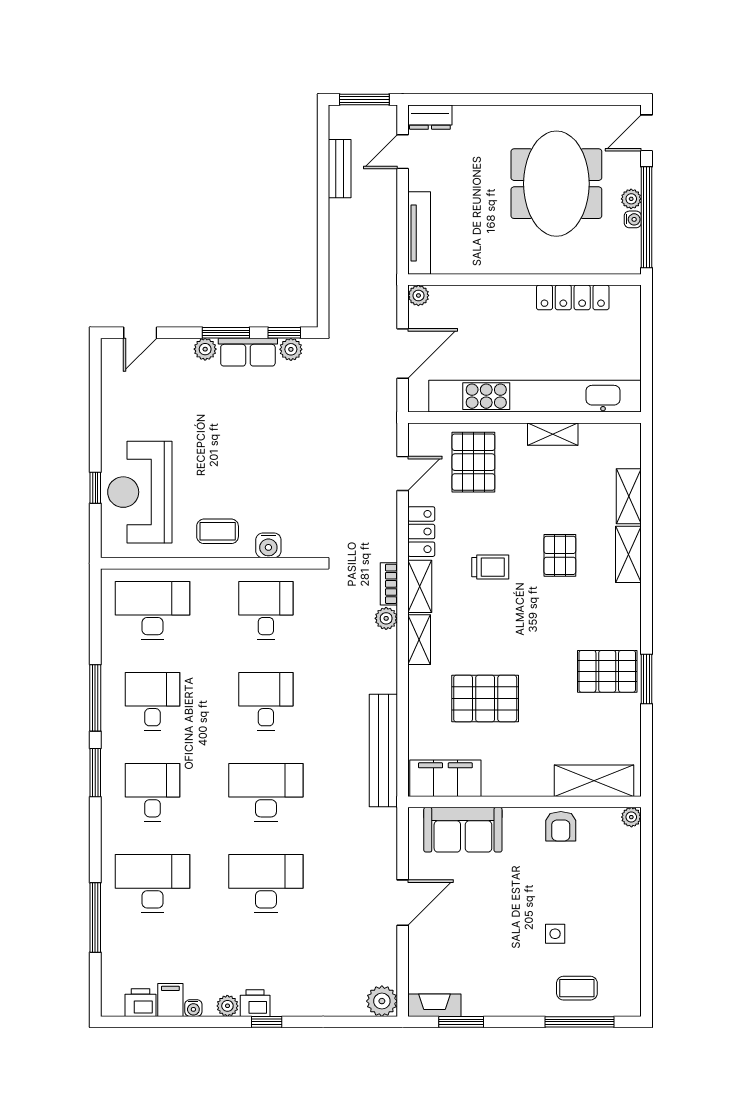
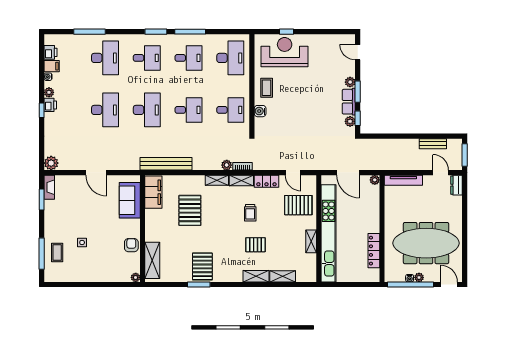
meeting table: (556, 184) -> (426, 243), width x1.36
armchair: (561, 826) -> (131, 245), turned 90

